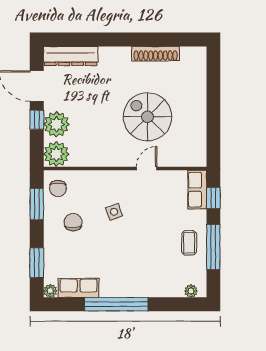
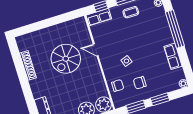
chair: (58, 188) -> (118, 86), moved
window: (37, 263) -> (160, 99), moved
row of seats: (79, 288) -> (173, 56), moved
window: (116, 304) -> (175, 29), moved

